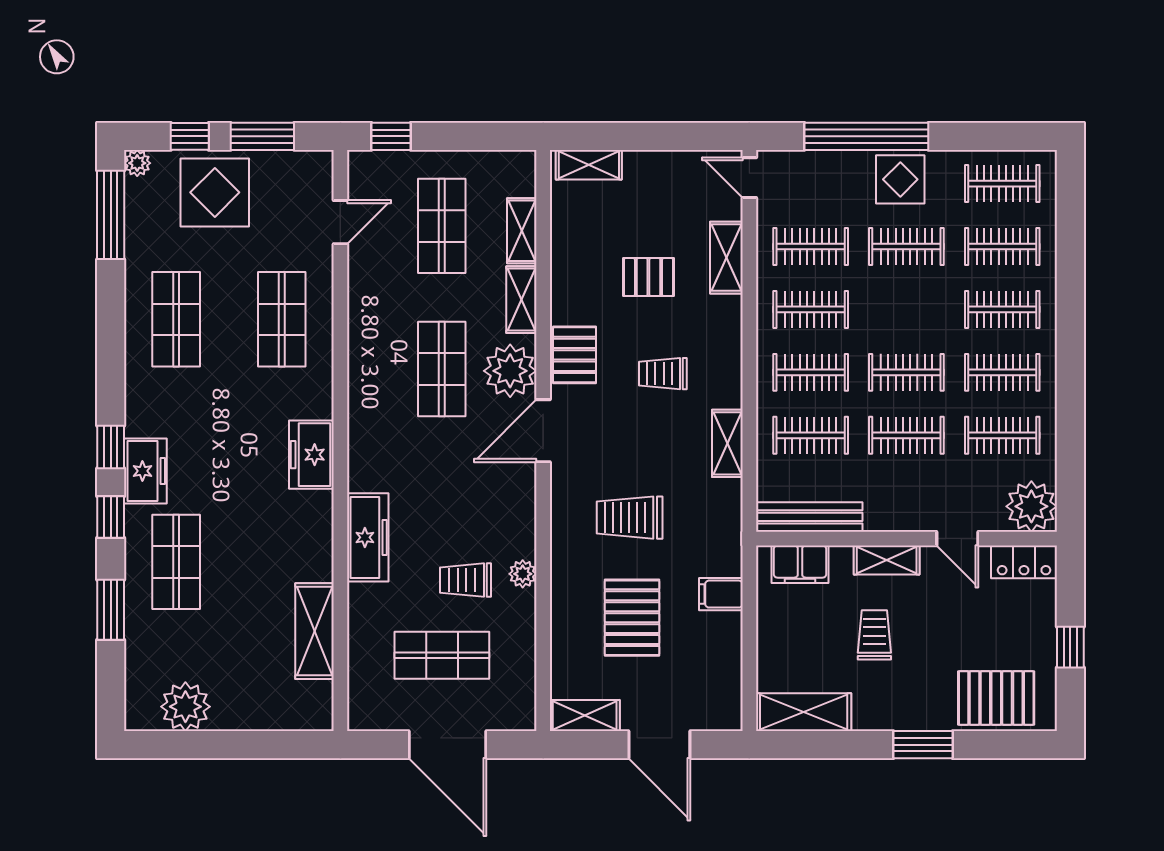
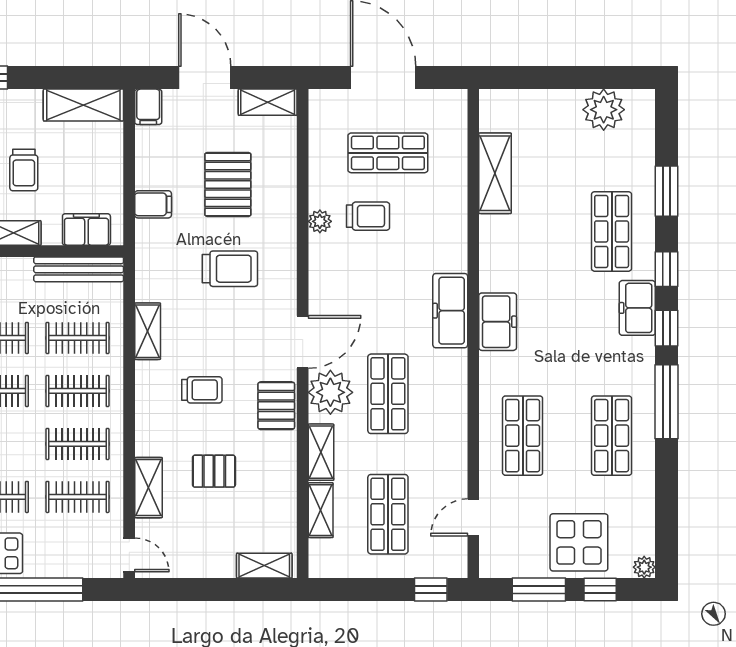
window: (111, 215) -> (667, 402), moved
freezer: (368, 537) -> (450, 311), moved
filing cabinet: (727, 710) -> (148, 107), added

